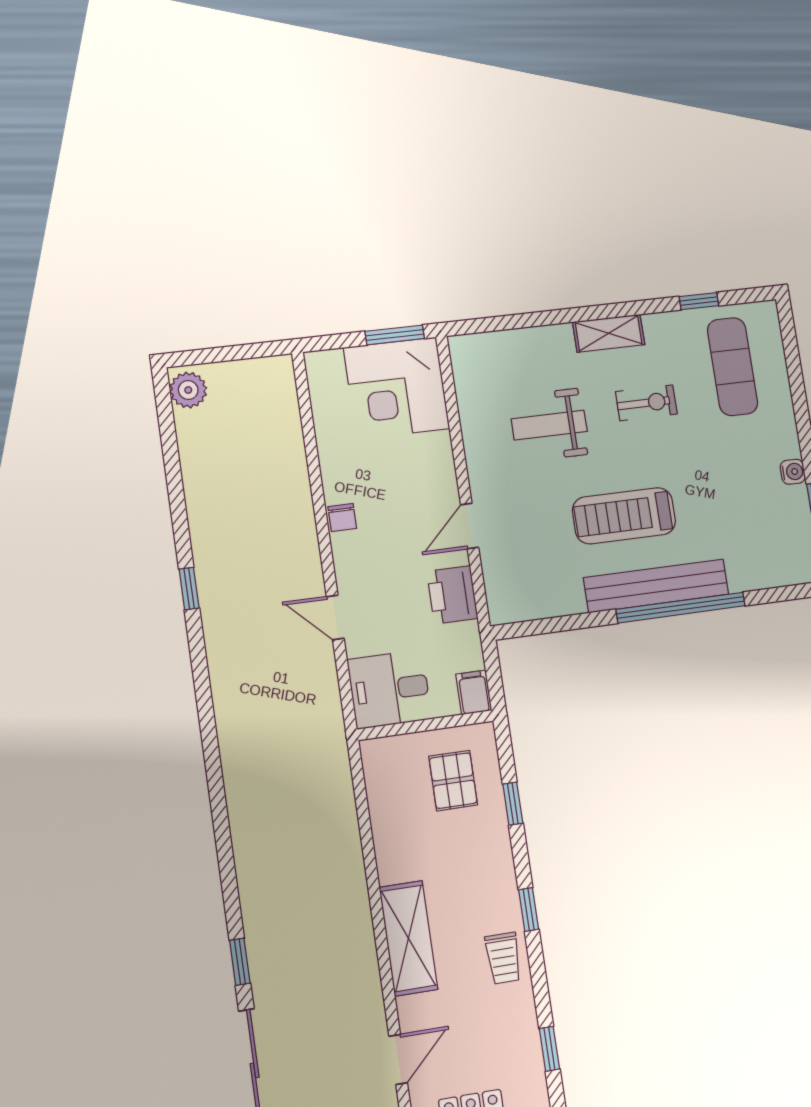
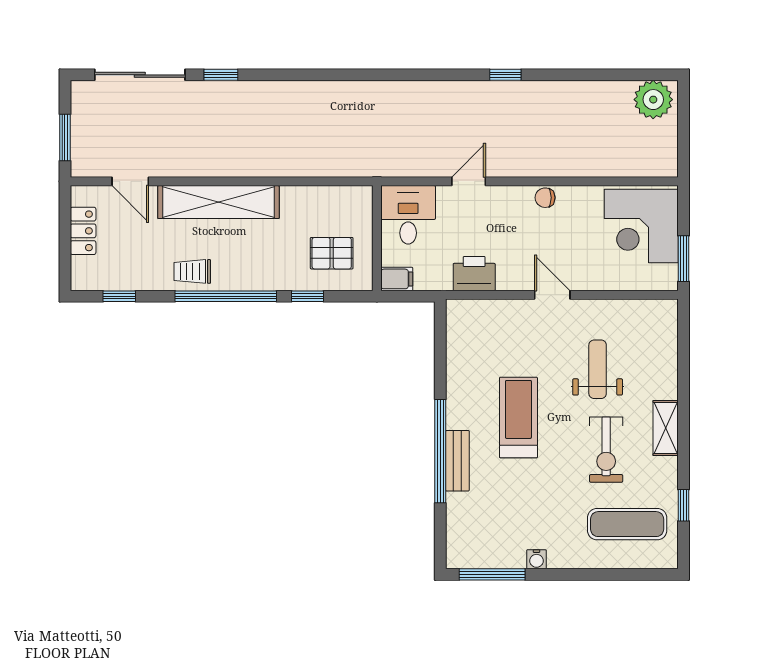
corner desk: (397, 388) -> (641, 226), moved, turned -90
plant: (188, 390) -> (653, 100), width x1.36, depth x1.36
exercise bike: (646, 403) -> (606, 450), width x1.38, depth x1.39
door: (470, 526) -> (552, 295), moved
bench: (656, 586) -> (457, 461), width x0.54, depth x0.82
window: (529, 909) -> (226, 296), width x3.17
shelving: (408, 938) -> (218, 202), width x1.47

